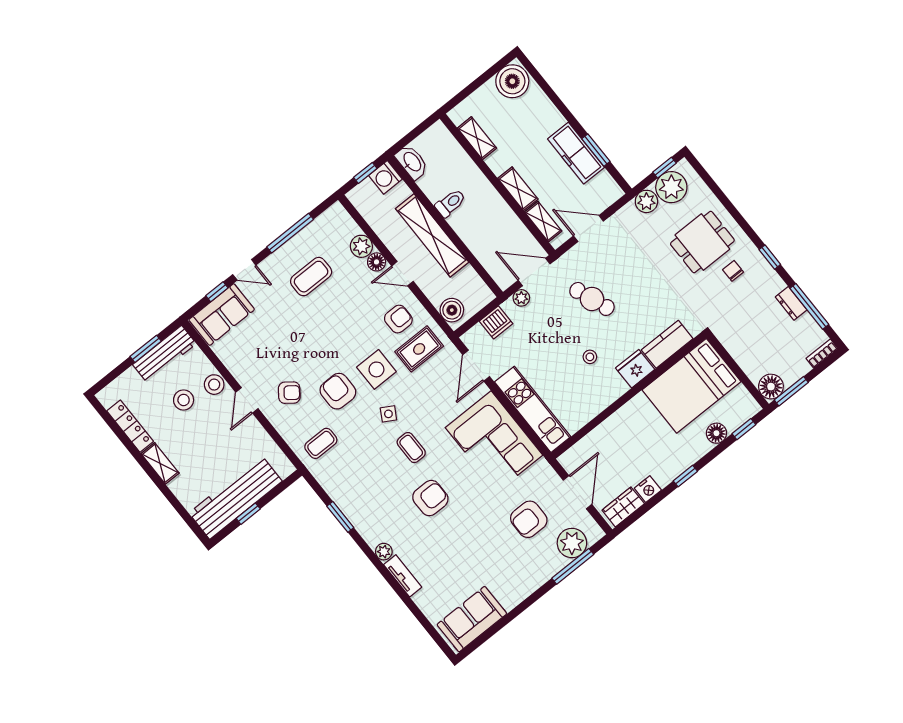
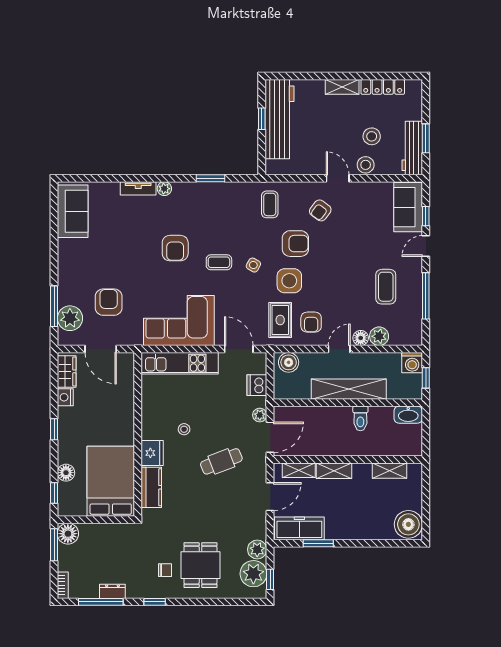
freezer: (576, 153) -> (299, 528), moved
washing machine: (385, 177) -> (412, 363), moved, turned 180

